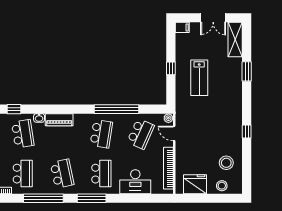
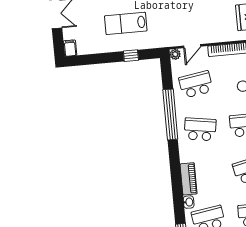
window: (171, 68) -> (131, 56), moved
lab bench: (199, 78) -> (126, 23), turned 180
school desk: (141, 134) -> (196, 84), turned -33

